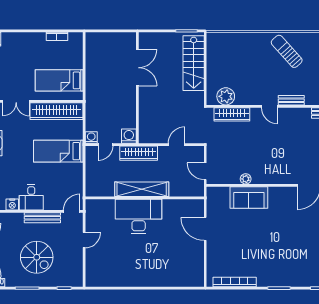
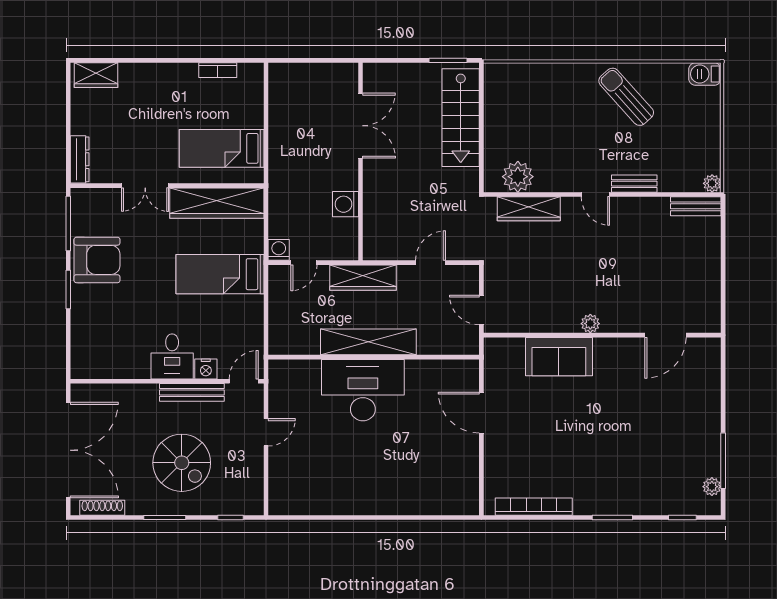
washing machine: (129, 136) -> (346, 204), moved, turned -90
plant: (246, 179) -> (590, 324), moved
nightstand: (12, 204) -> (206, 369), moved

